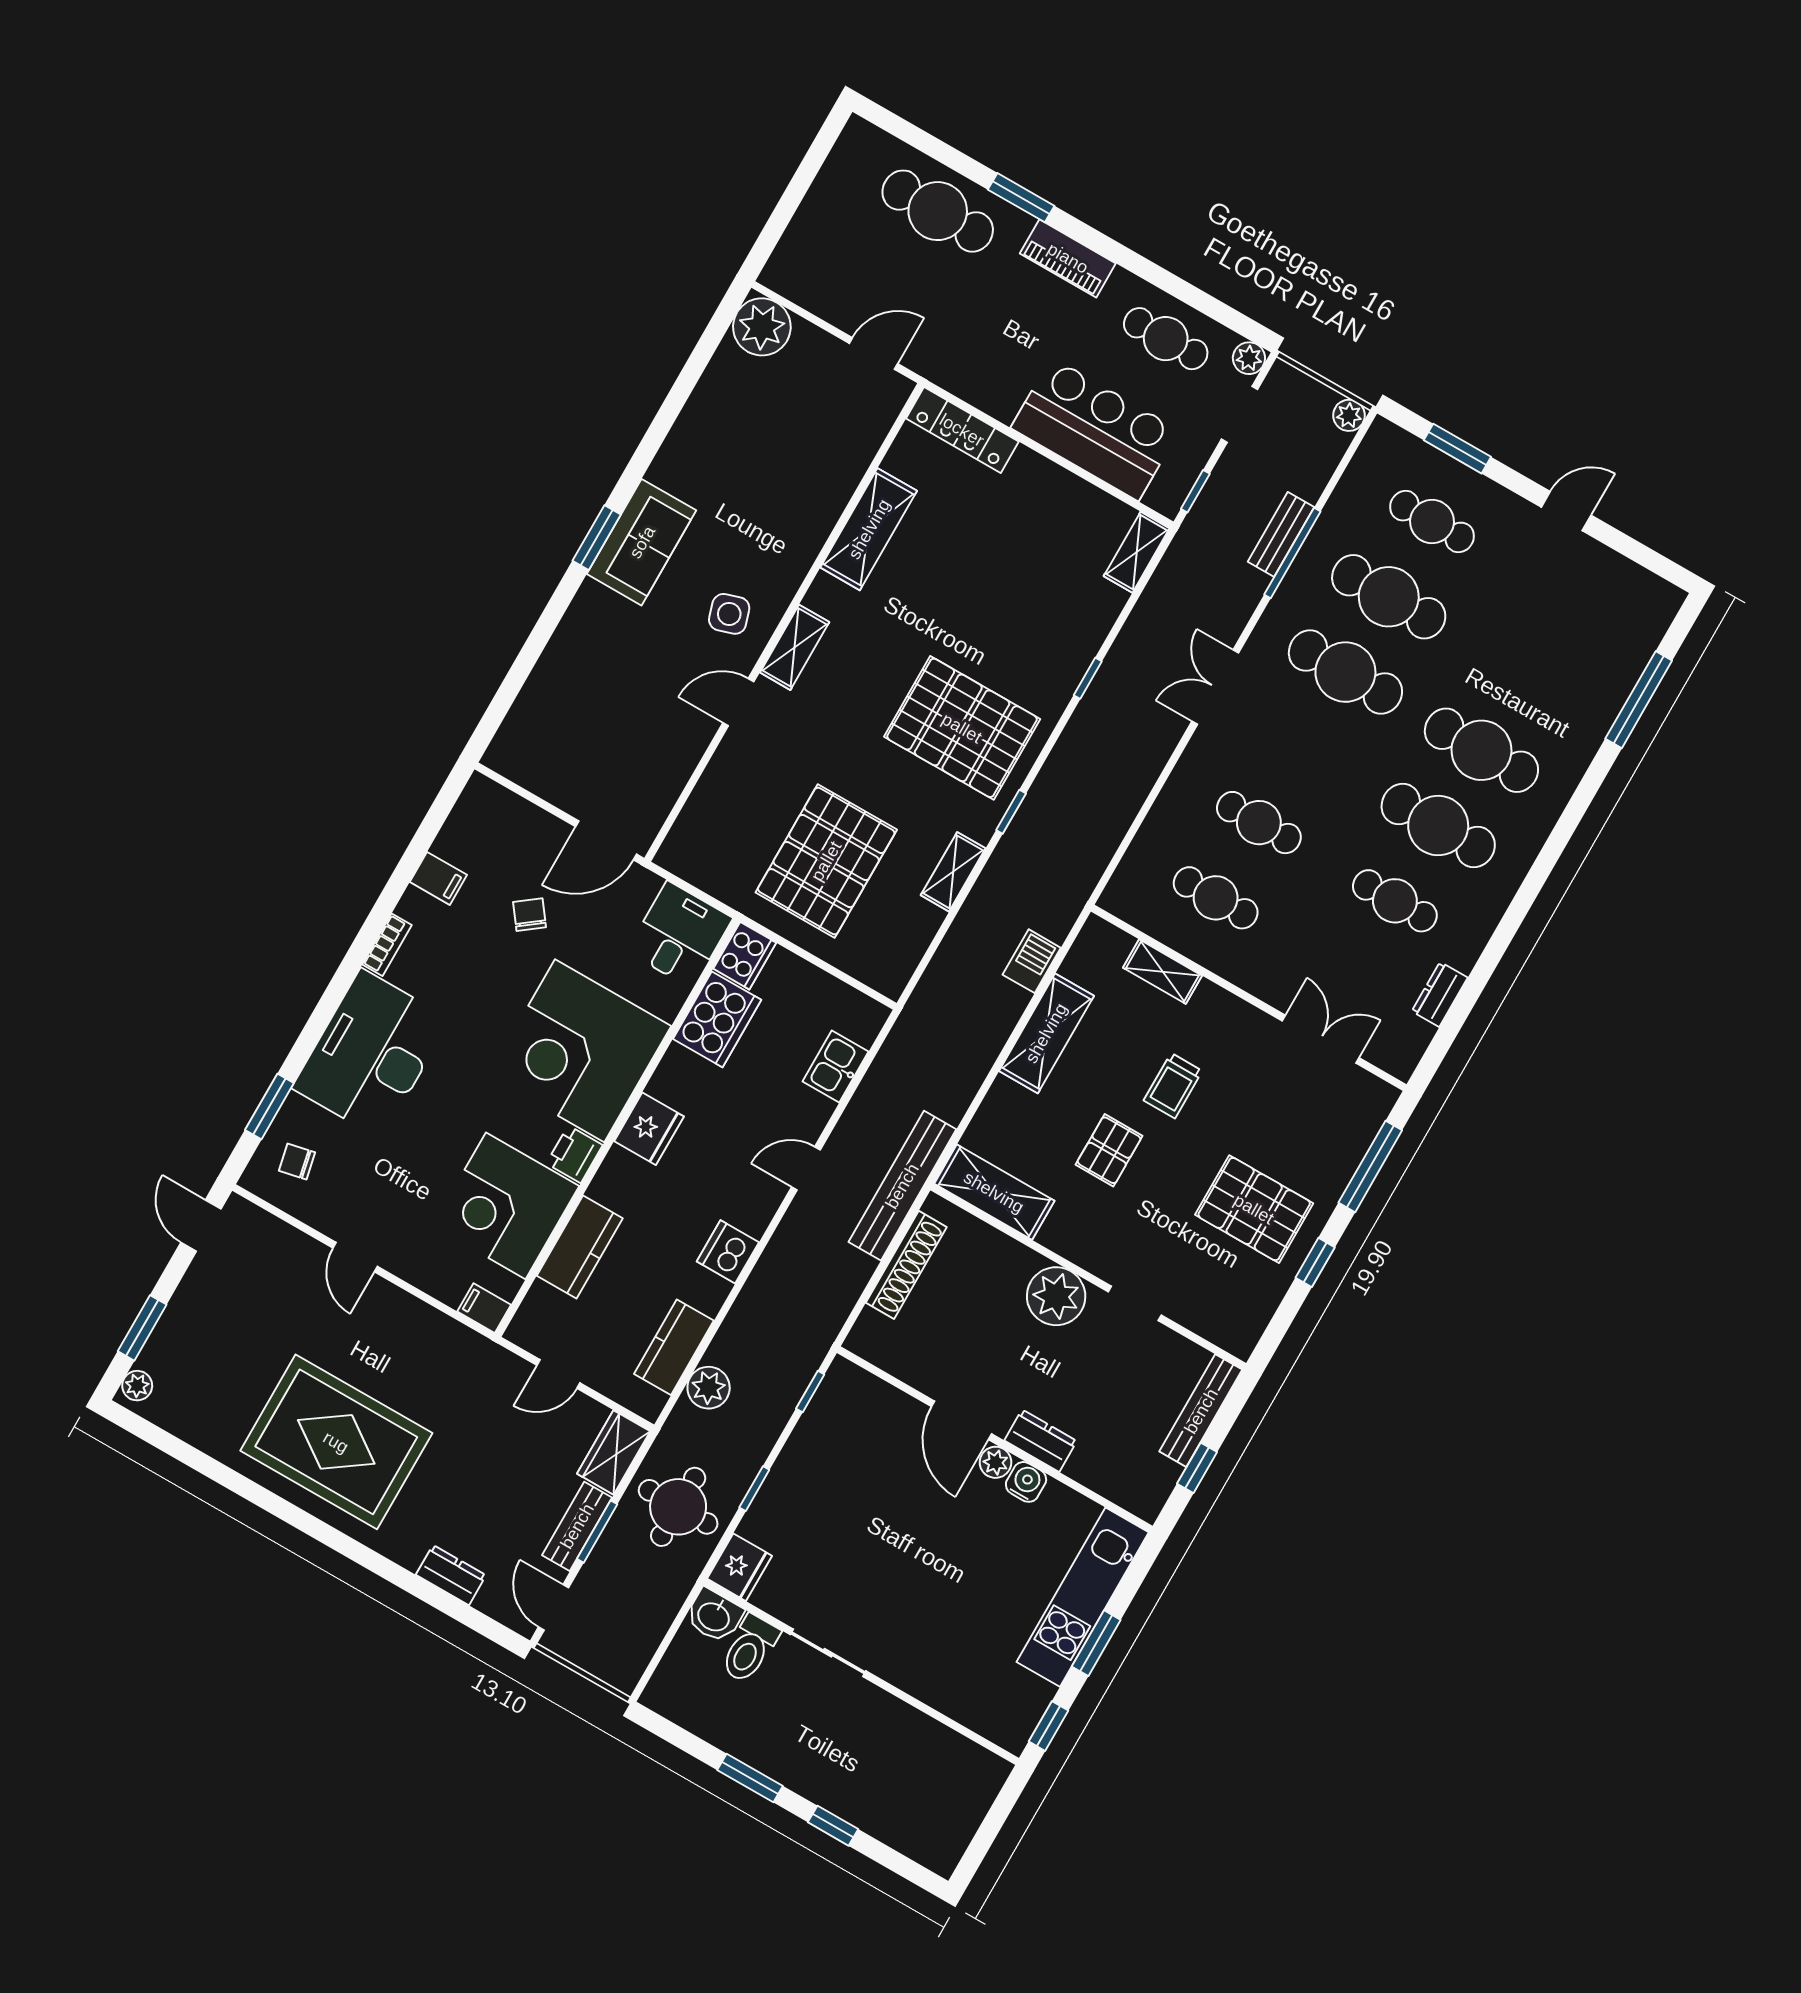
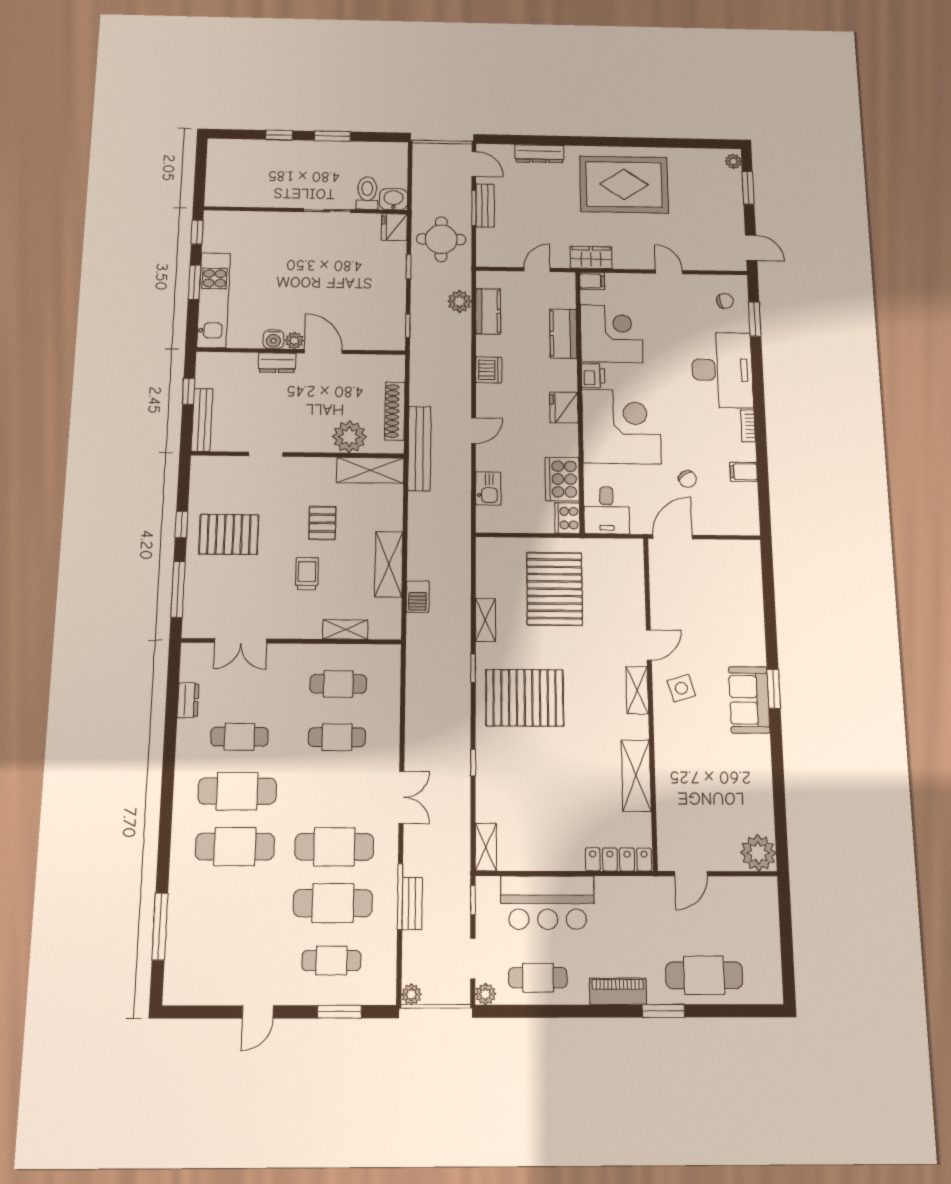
plant: (1056, 1296) -> (349, 437), moved
wardrobe: (614, 1453) -> (591, 257), moved, turned -90
dresser: (451, 1575) -> (539, 154), width x1.44

